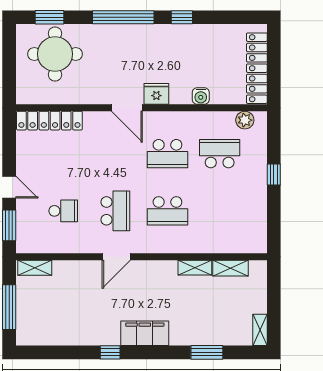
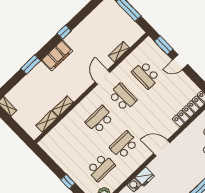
fridge: (156, 94) -> (145, 177), moved
school desk: (63, 211) -> (146, 75), width x1.85
school desk: (115, 211) -> (123, 97), turned 180
shelving: (35, 268) -> (119, 52), moved
window: (207, 352) -> (31, 65), moved

